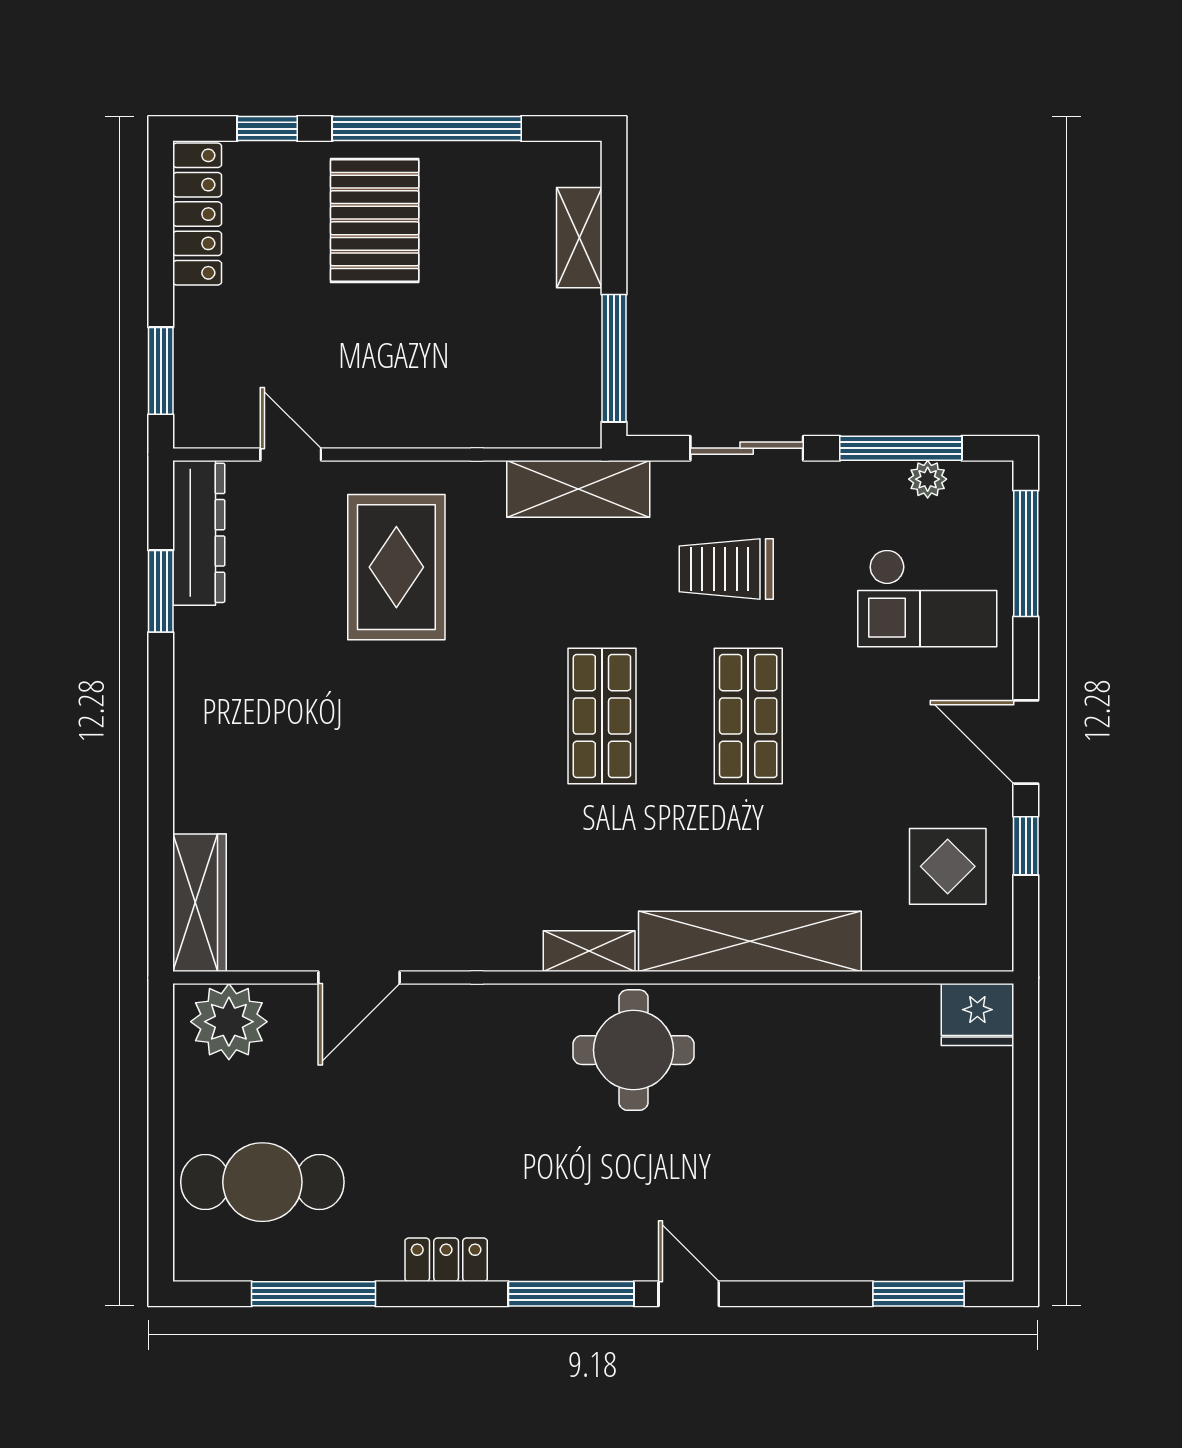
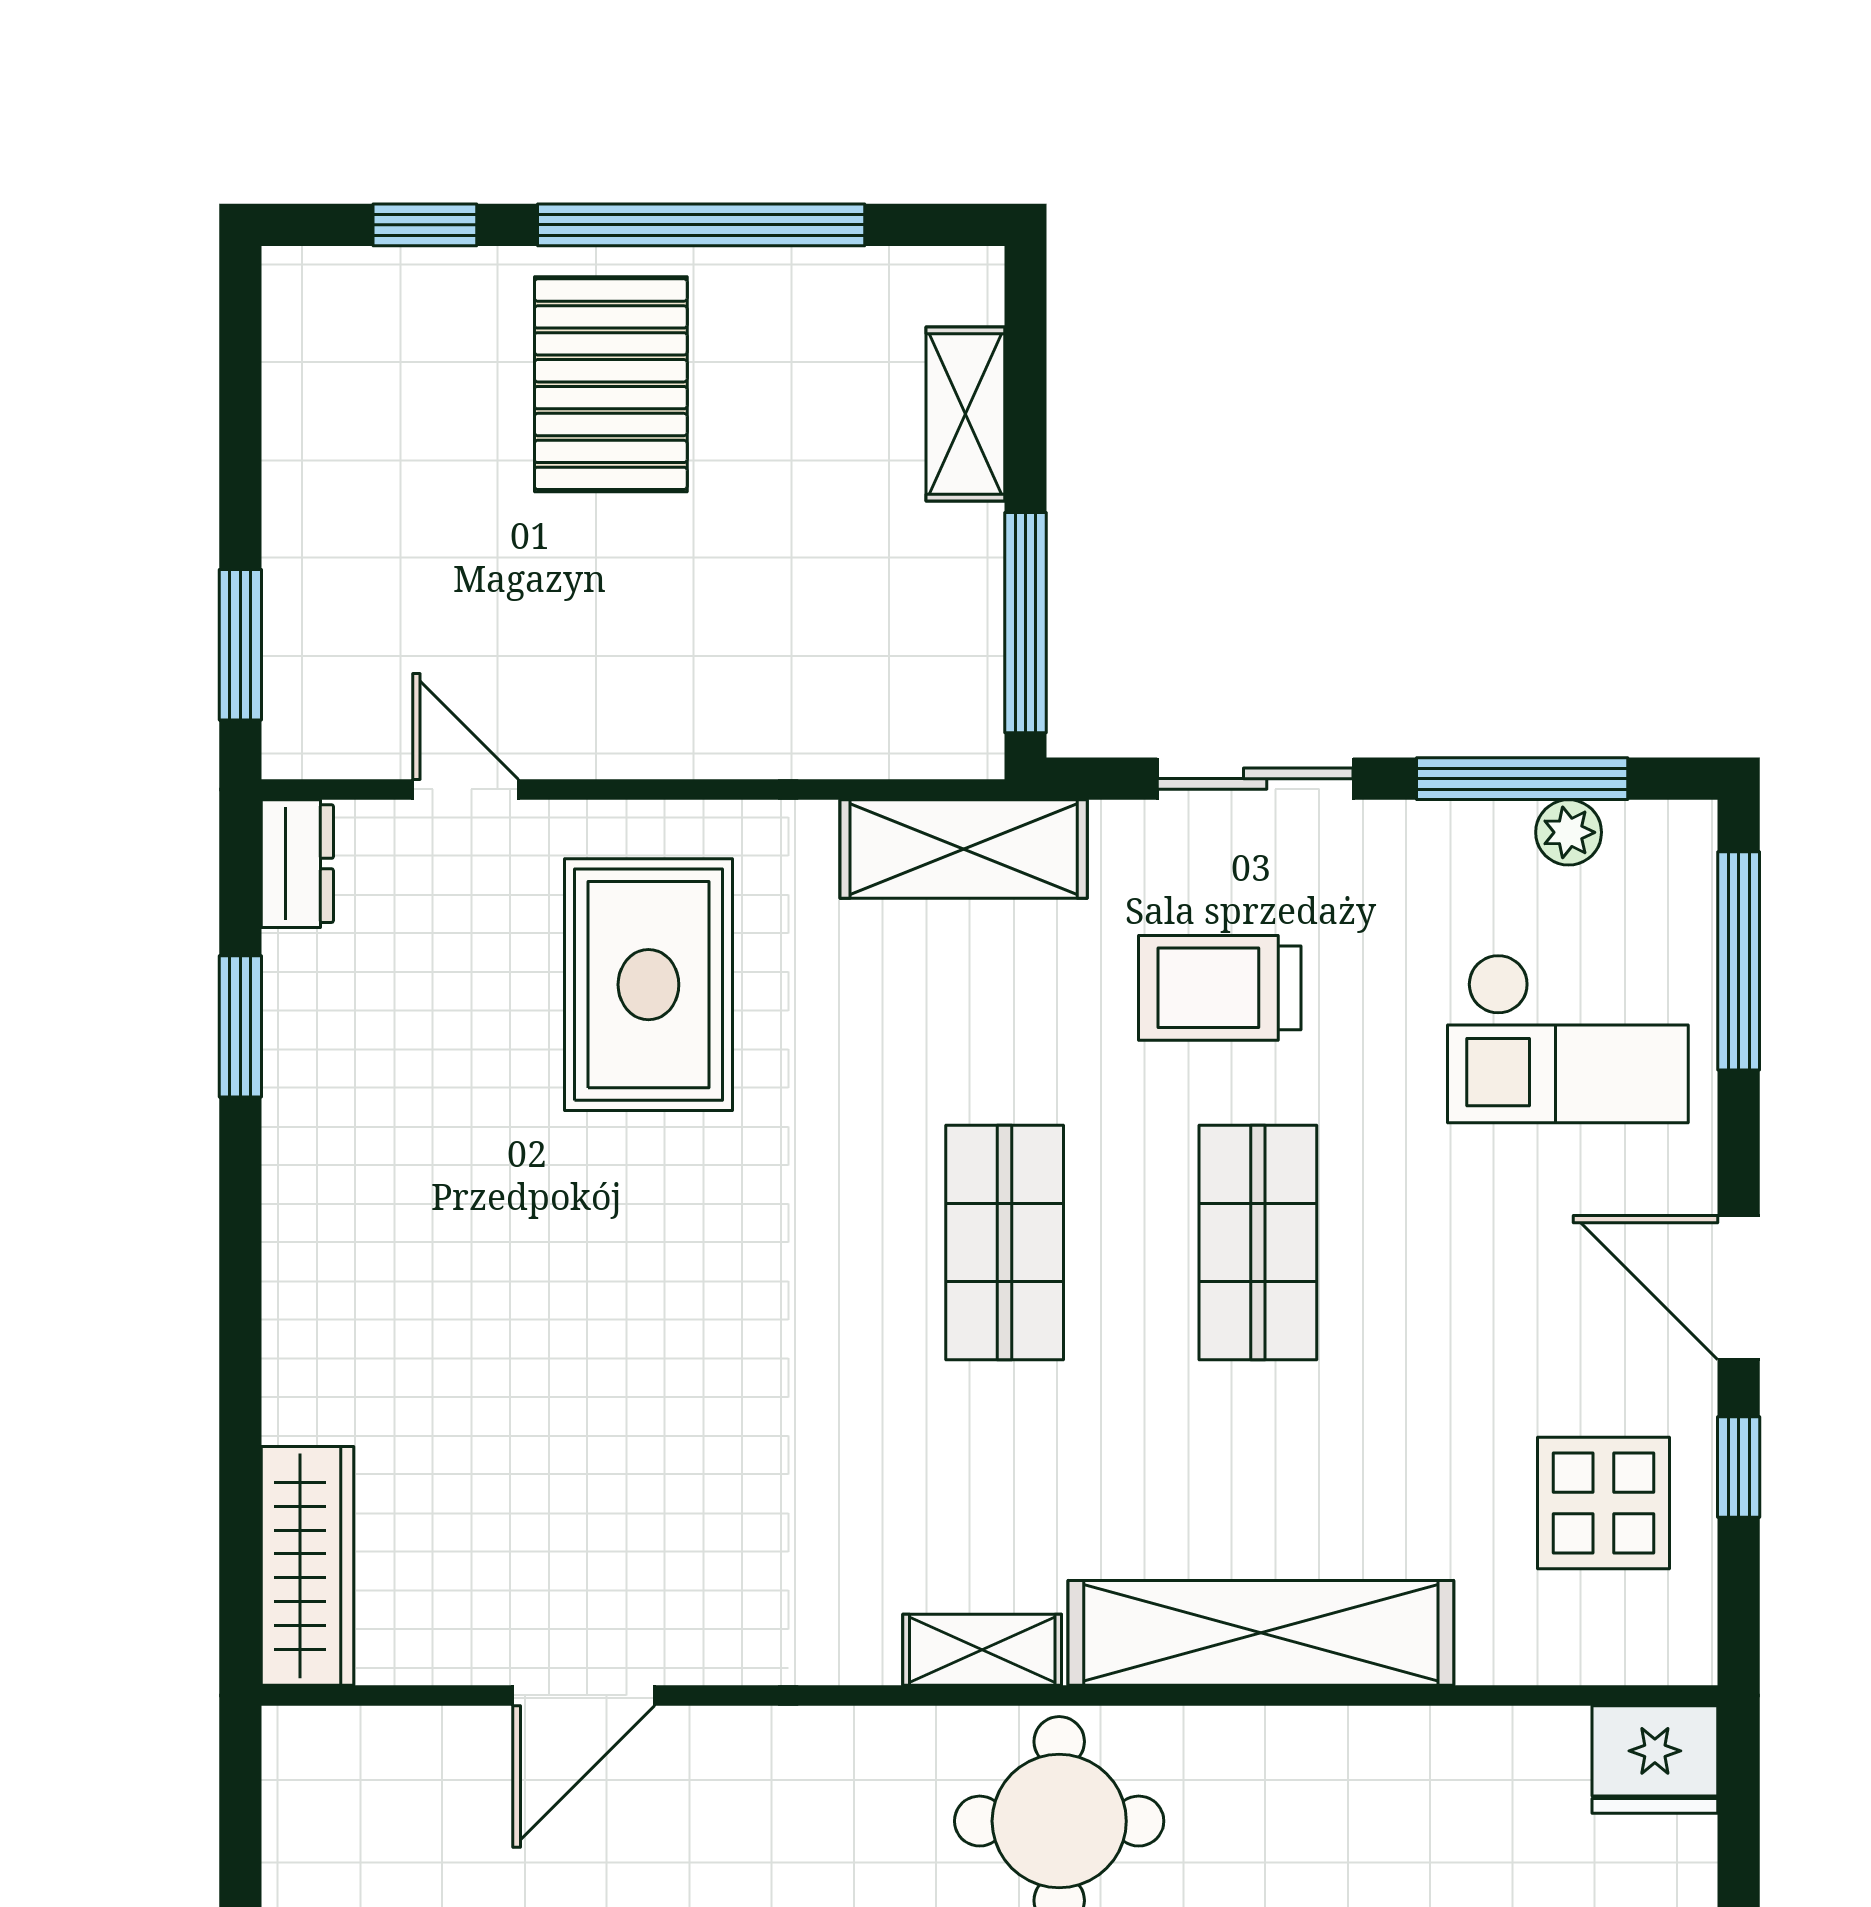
locker: (197, 214) -> (303, 373), removed
dresser: (199, 533) -> (297, 864), width x0.51, depth x0.80
plant: (229, 1022) -> (358, 1772), removed

